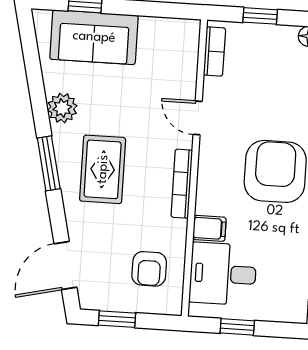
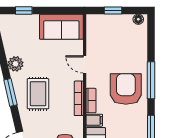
sofa: (94, 37) -> (61, 27), moved
bookcase: (214, 51) -> (91, 101), moved

